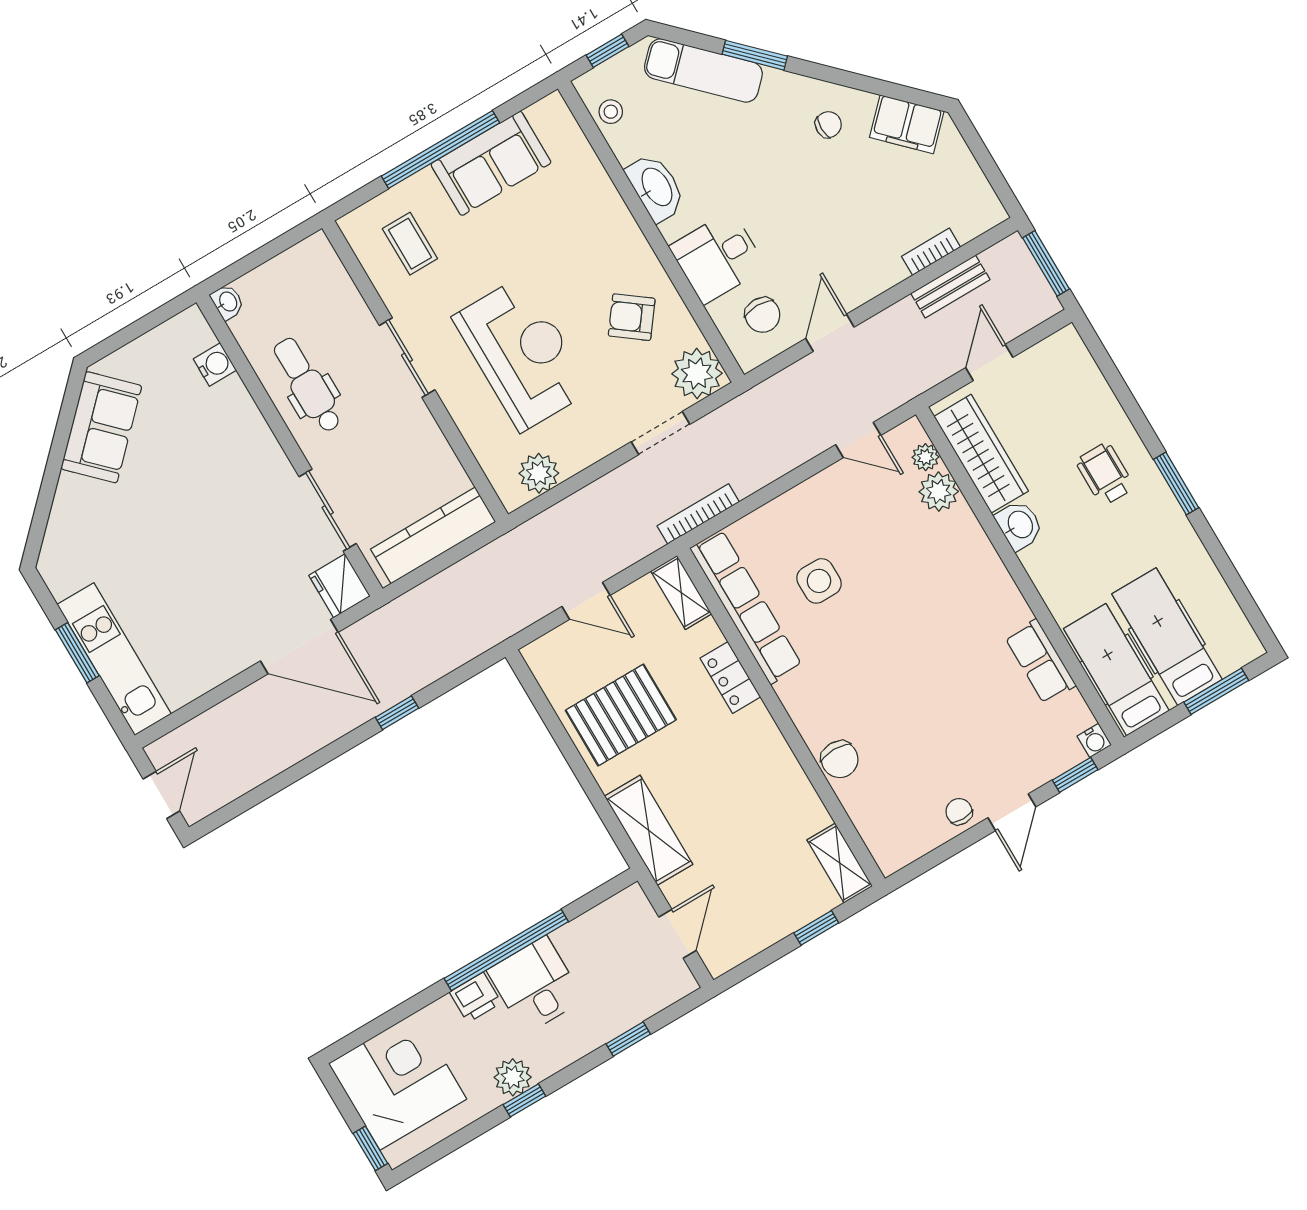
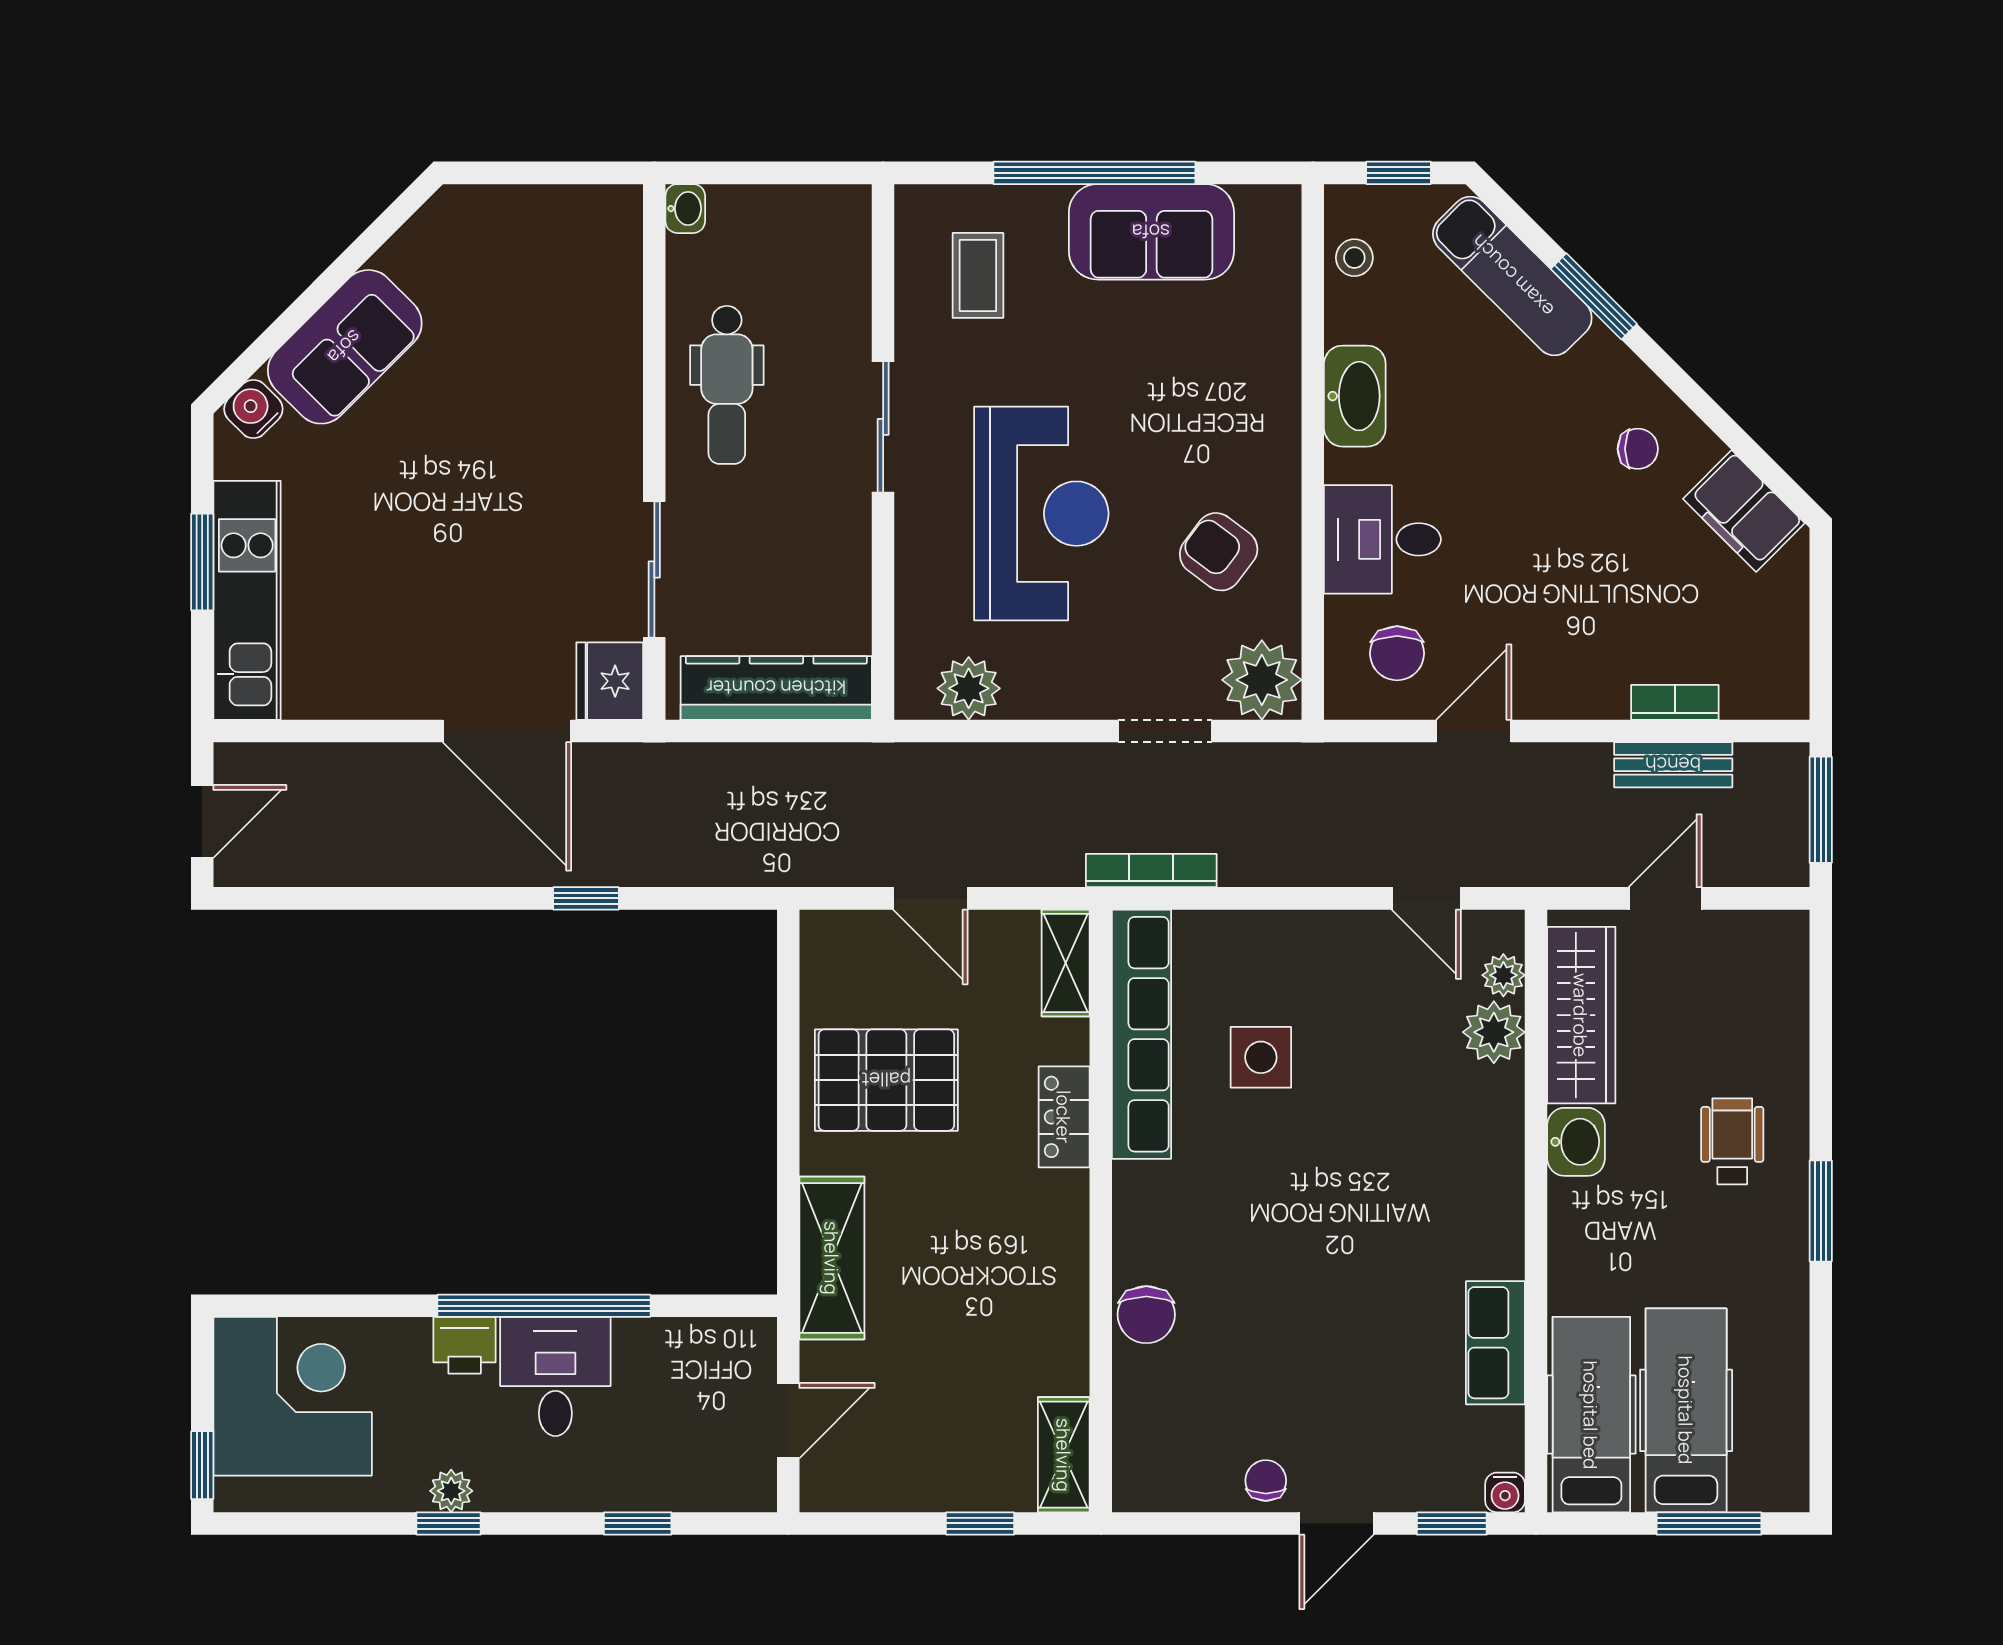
water cooler: (215, 365) -> (253, 409), moved, turned -135
dental chair: (308, 385) -> (727, 385), turned 180
sofa: (101, 427) -> (345, 347), moved
plant: (513, 1077) -> (451, 1491), width x0.73, depth x0.73

